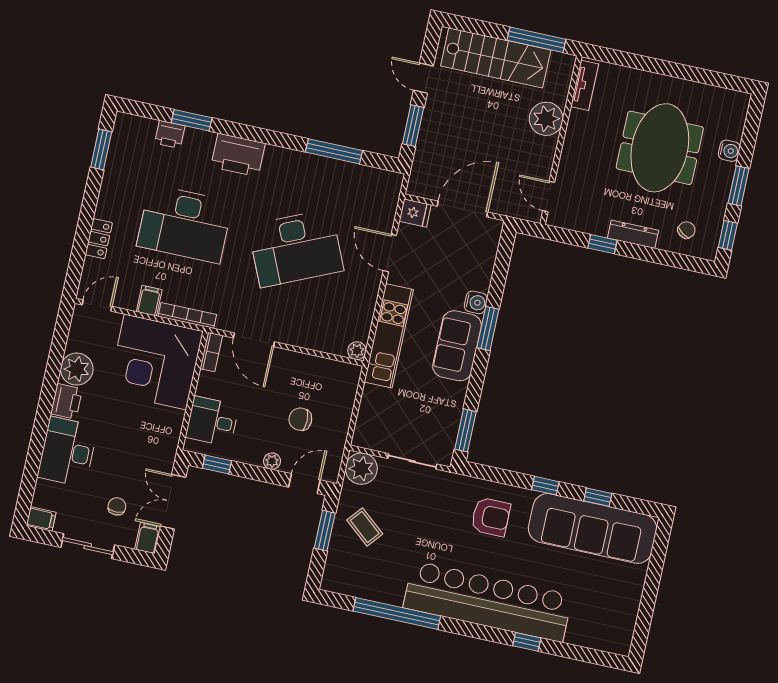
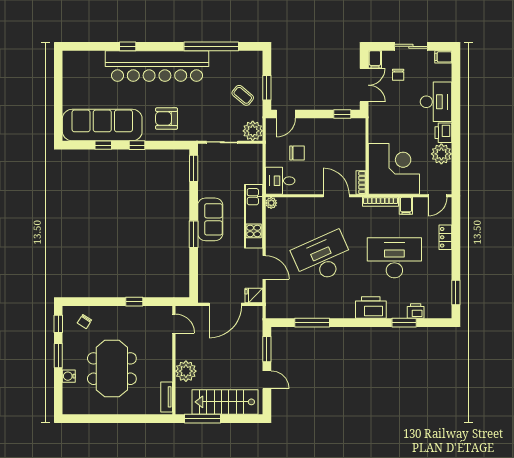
dresser: (633, 234) -> (117, 312), removed
water cooler: (476, 302) -> (205, 249), removed
desk: (212, 421) -> (280, 181), moved, turned 180
plant: (272, 461) -> (309, 123), removed

